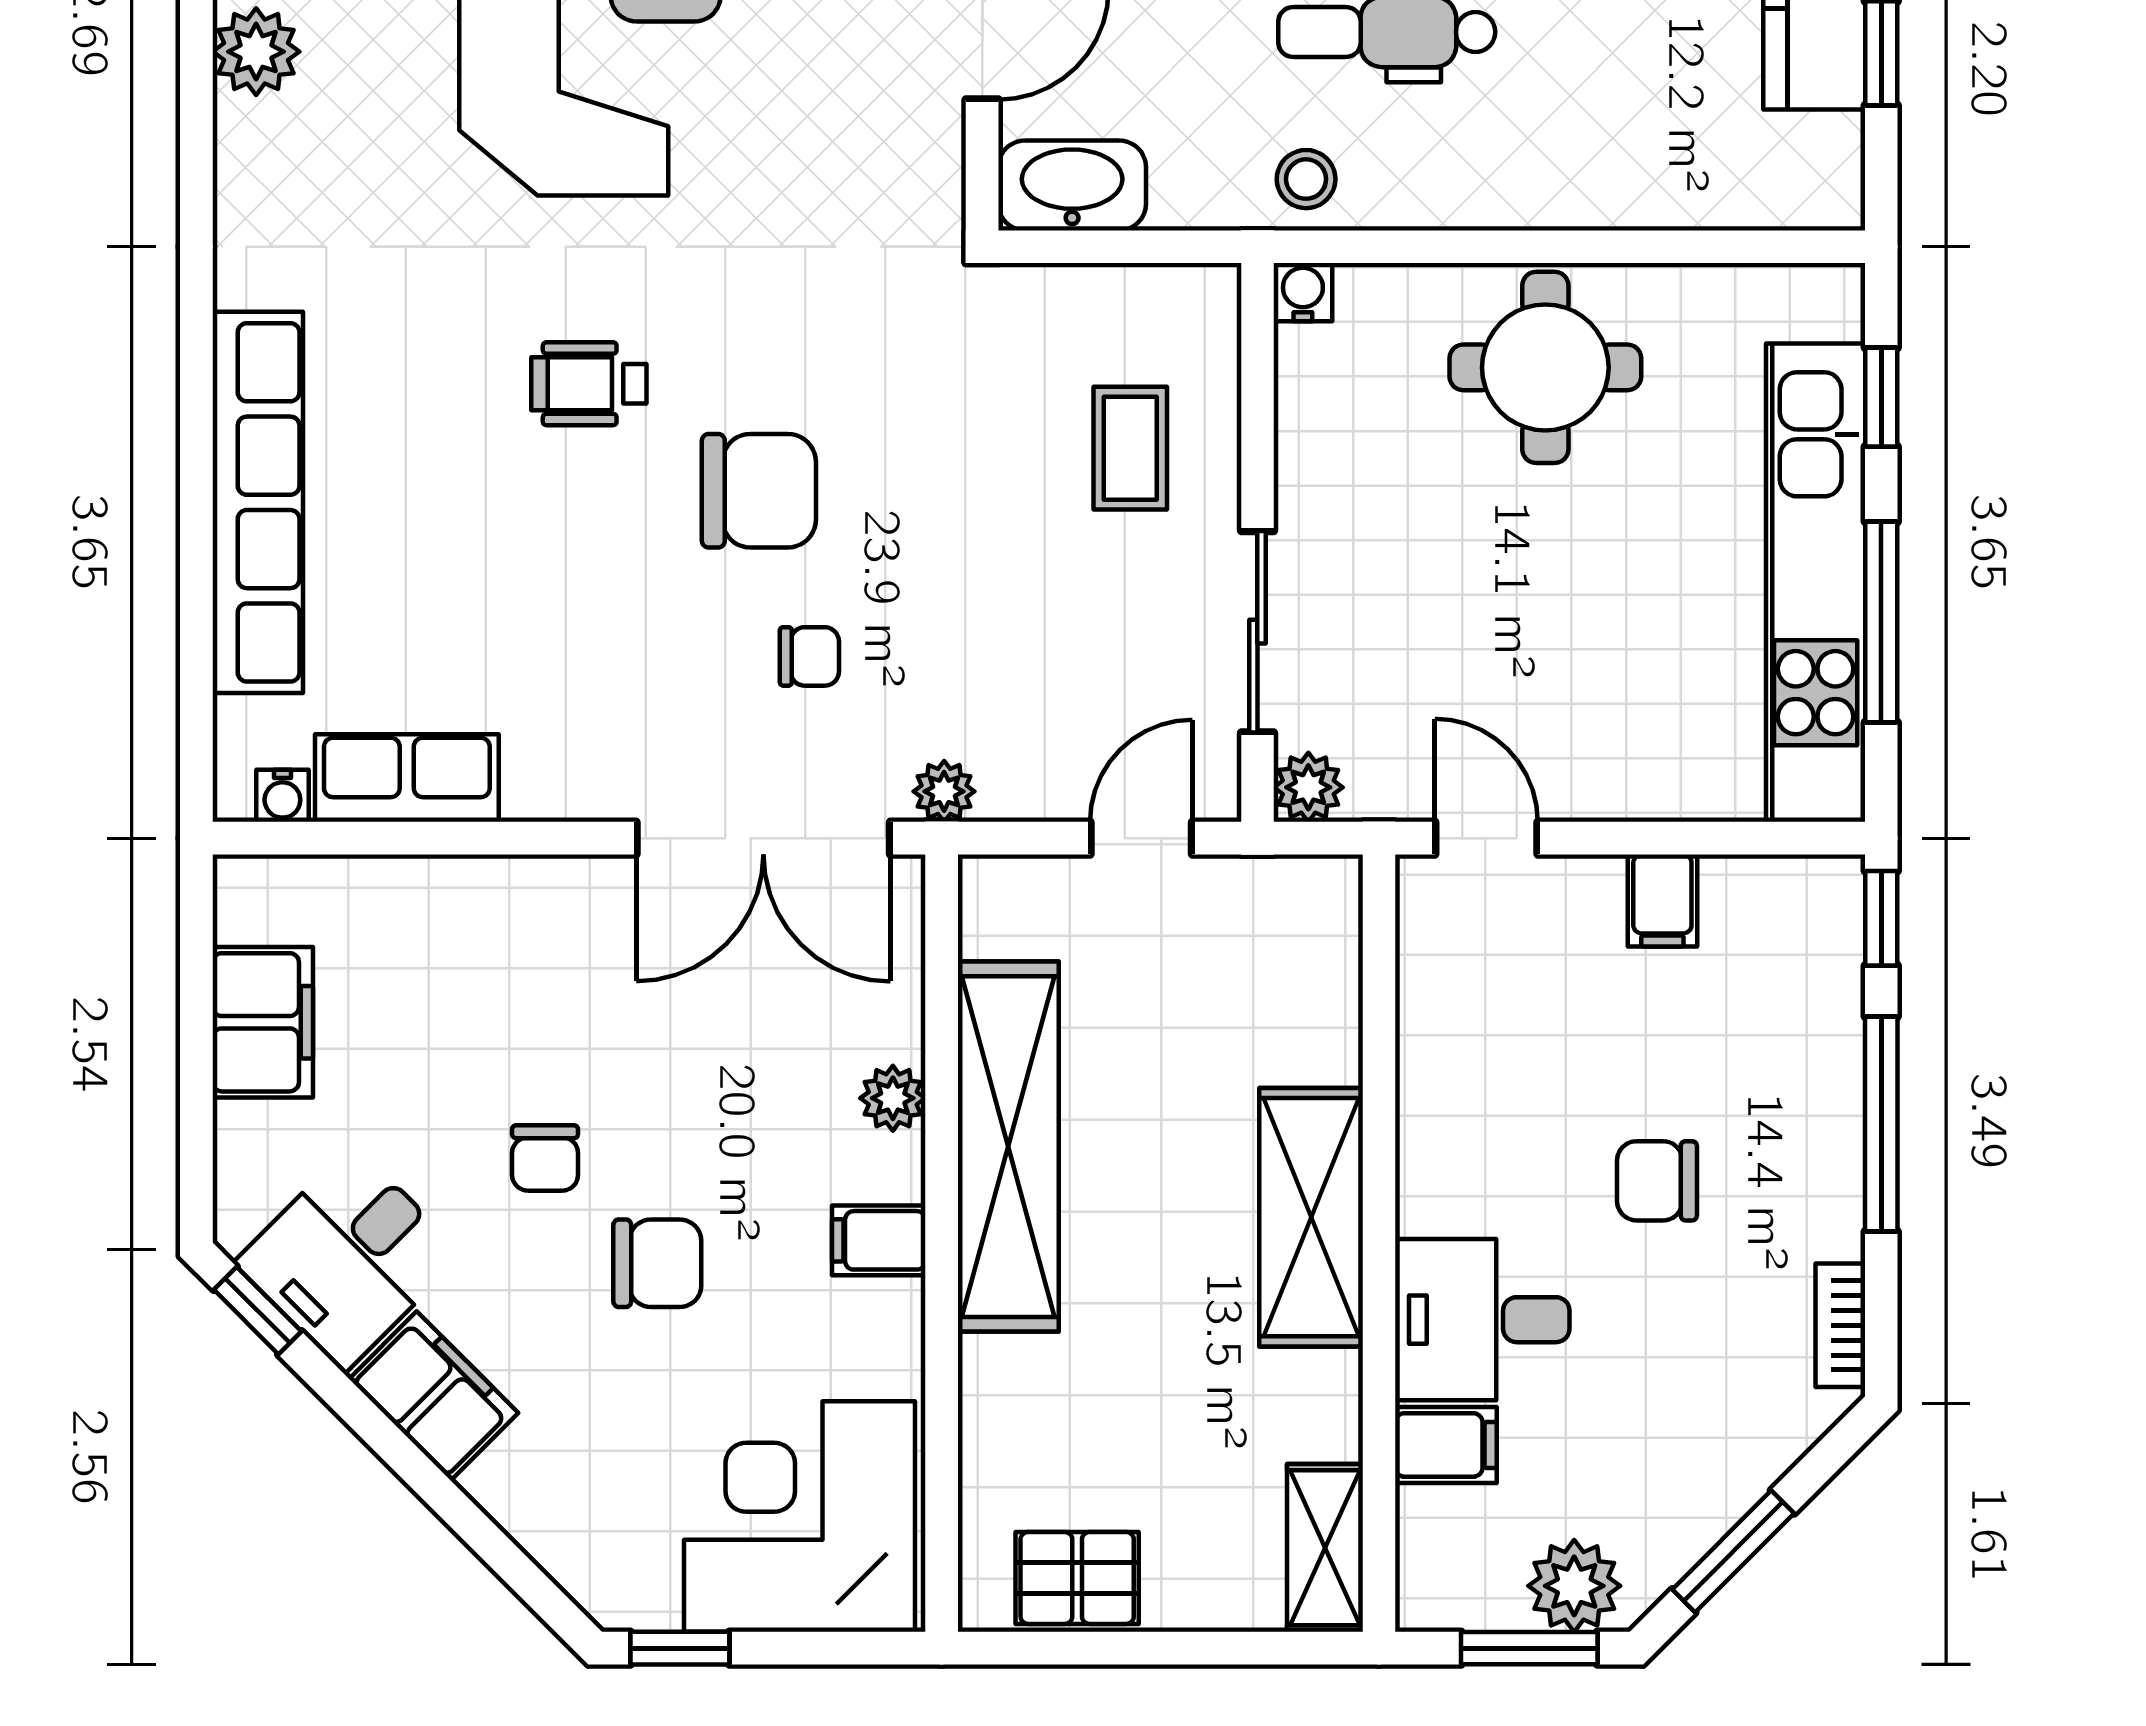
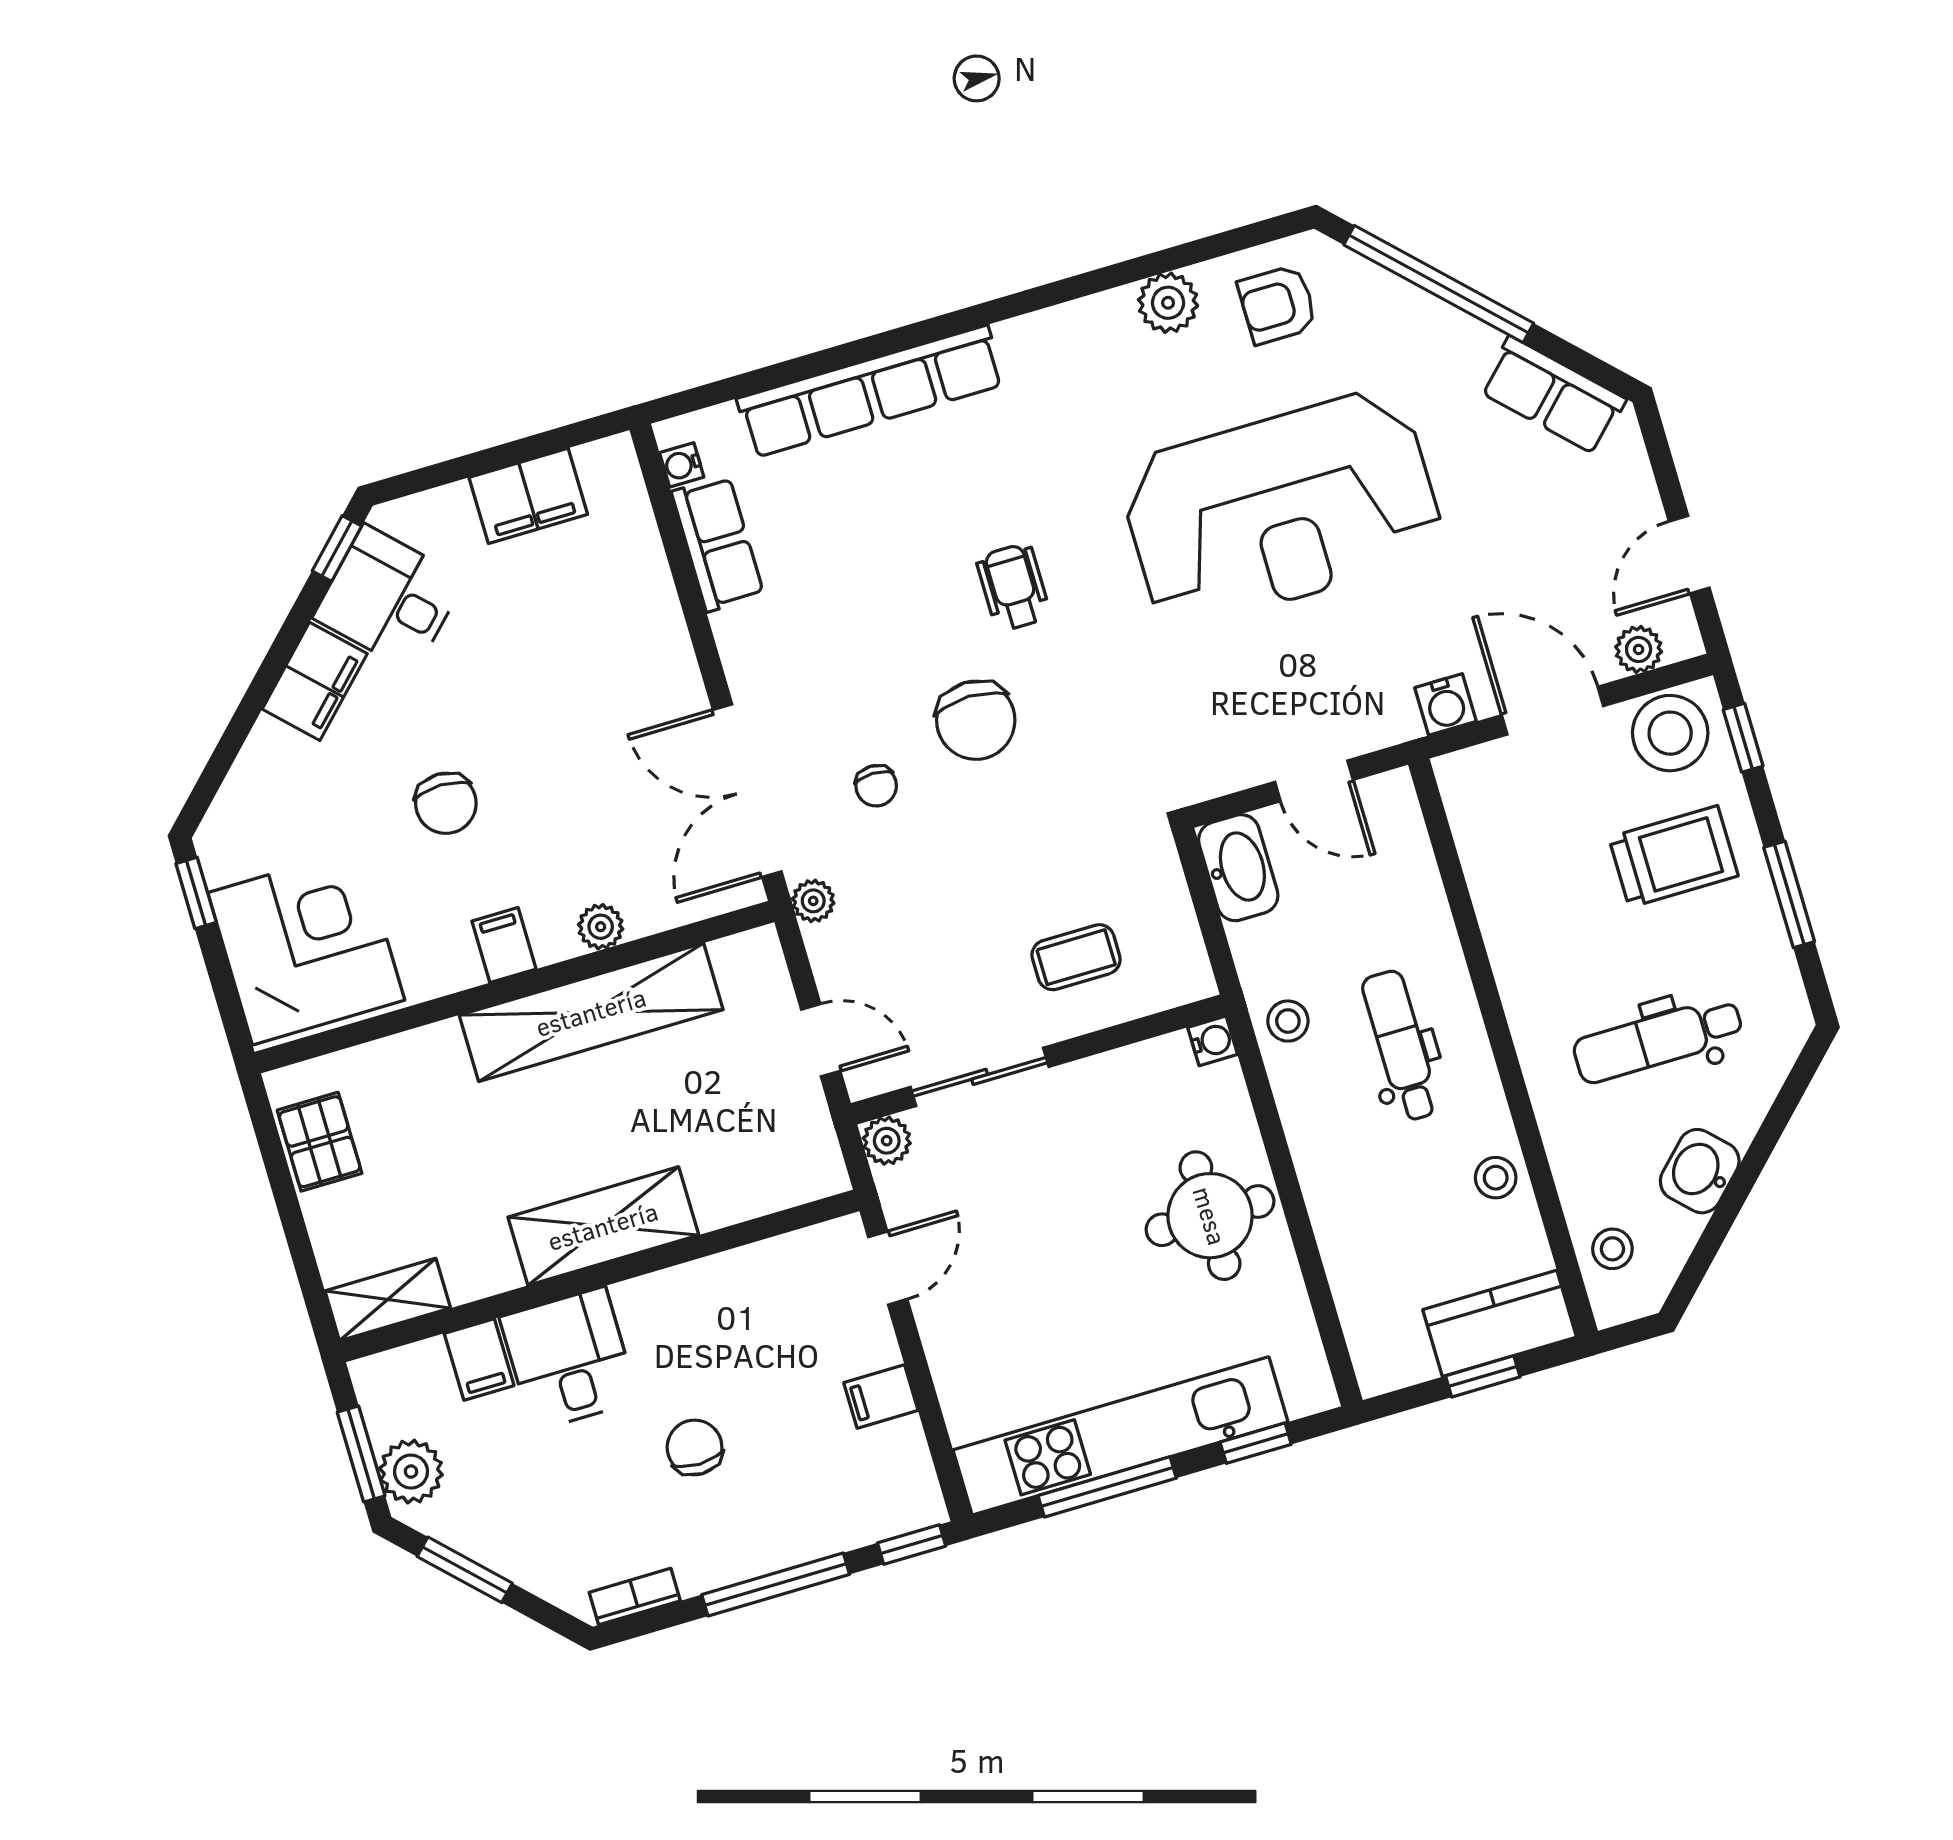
chair: (545, 1158) -> (493, 709), removed

